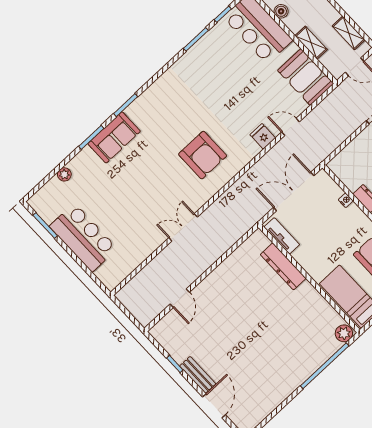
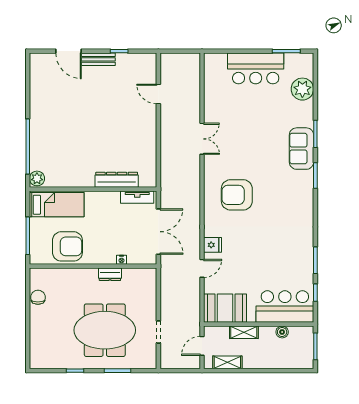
plant: (64, 174) -> (302, 89), width x1.88, depth x1.88

